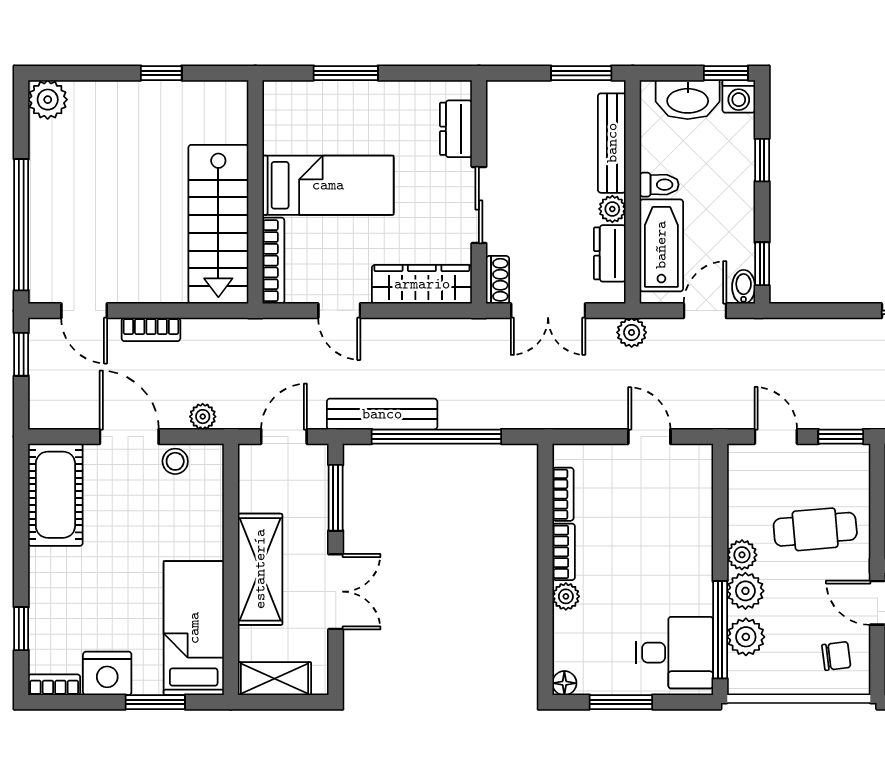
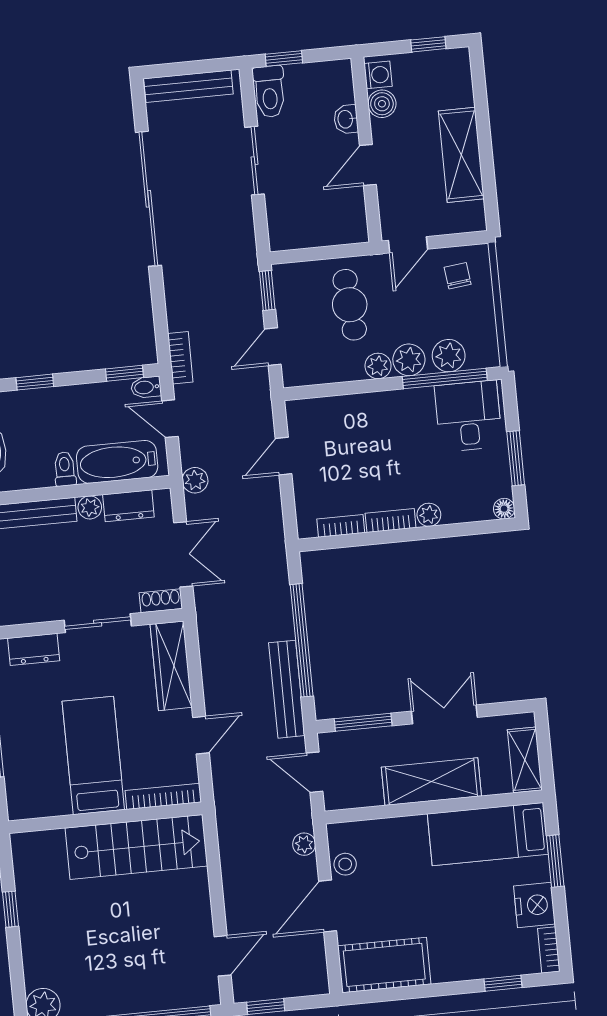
bookcase: (151, 329) -> (180, 358), moved

